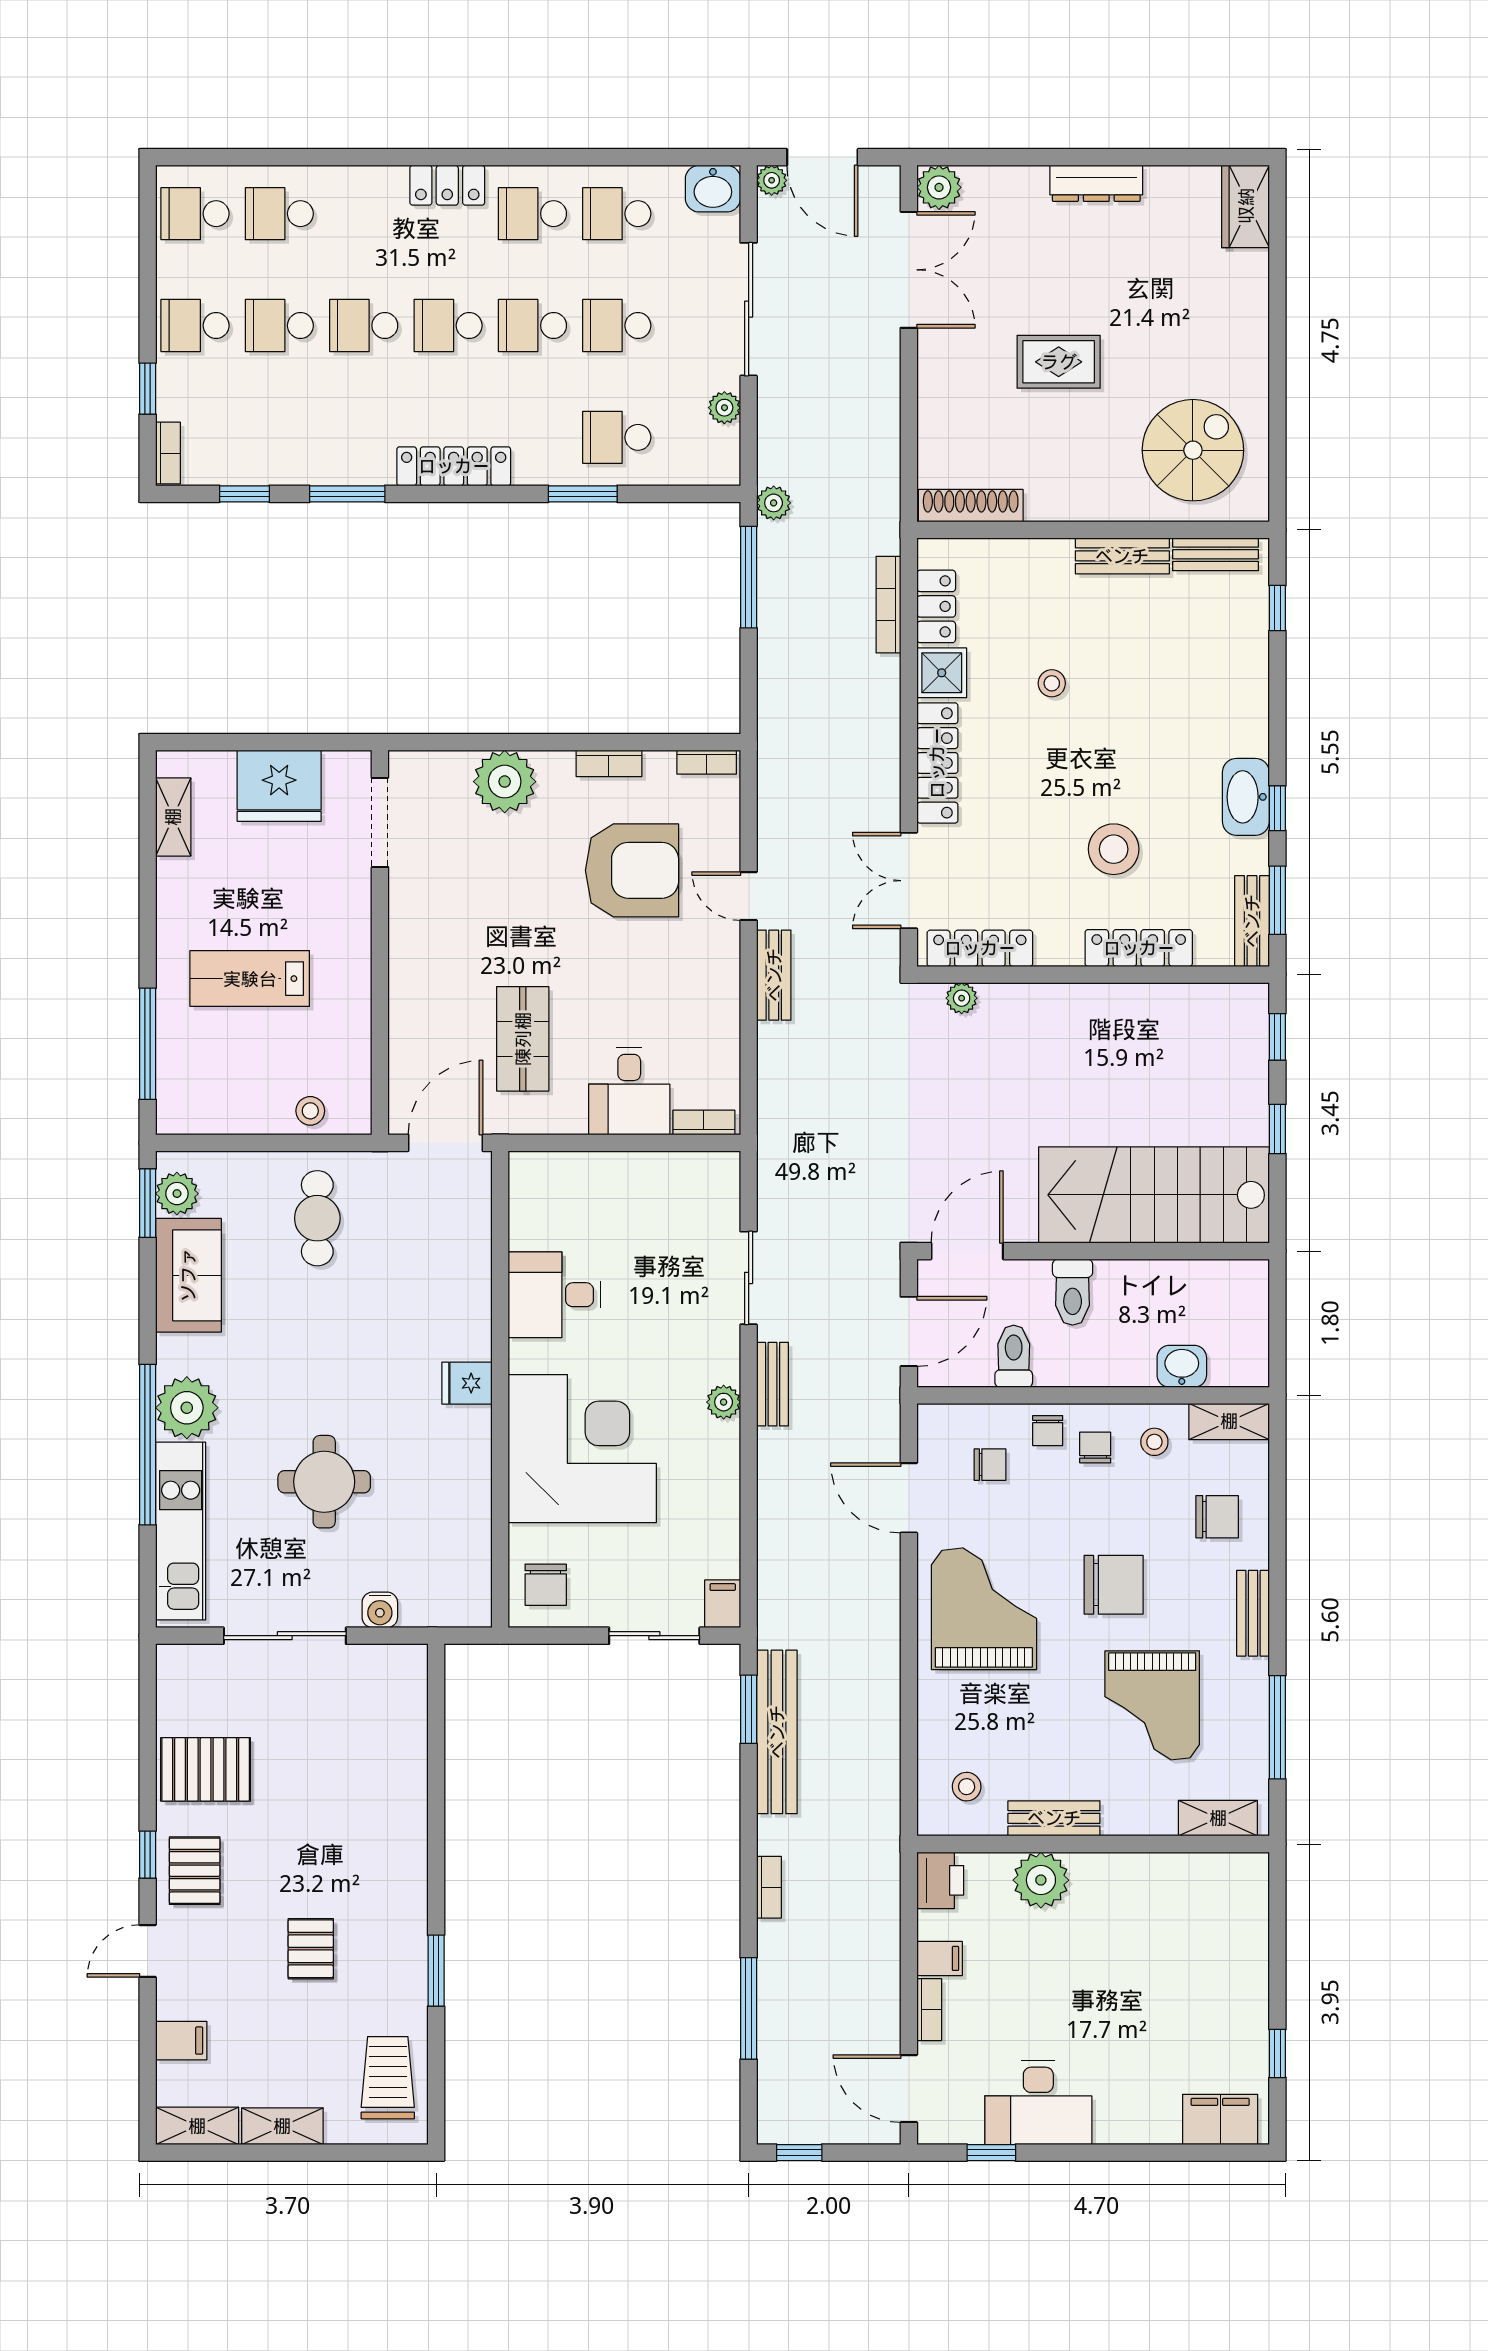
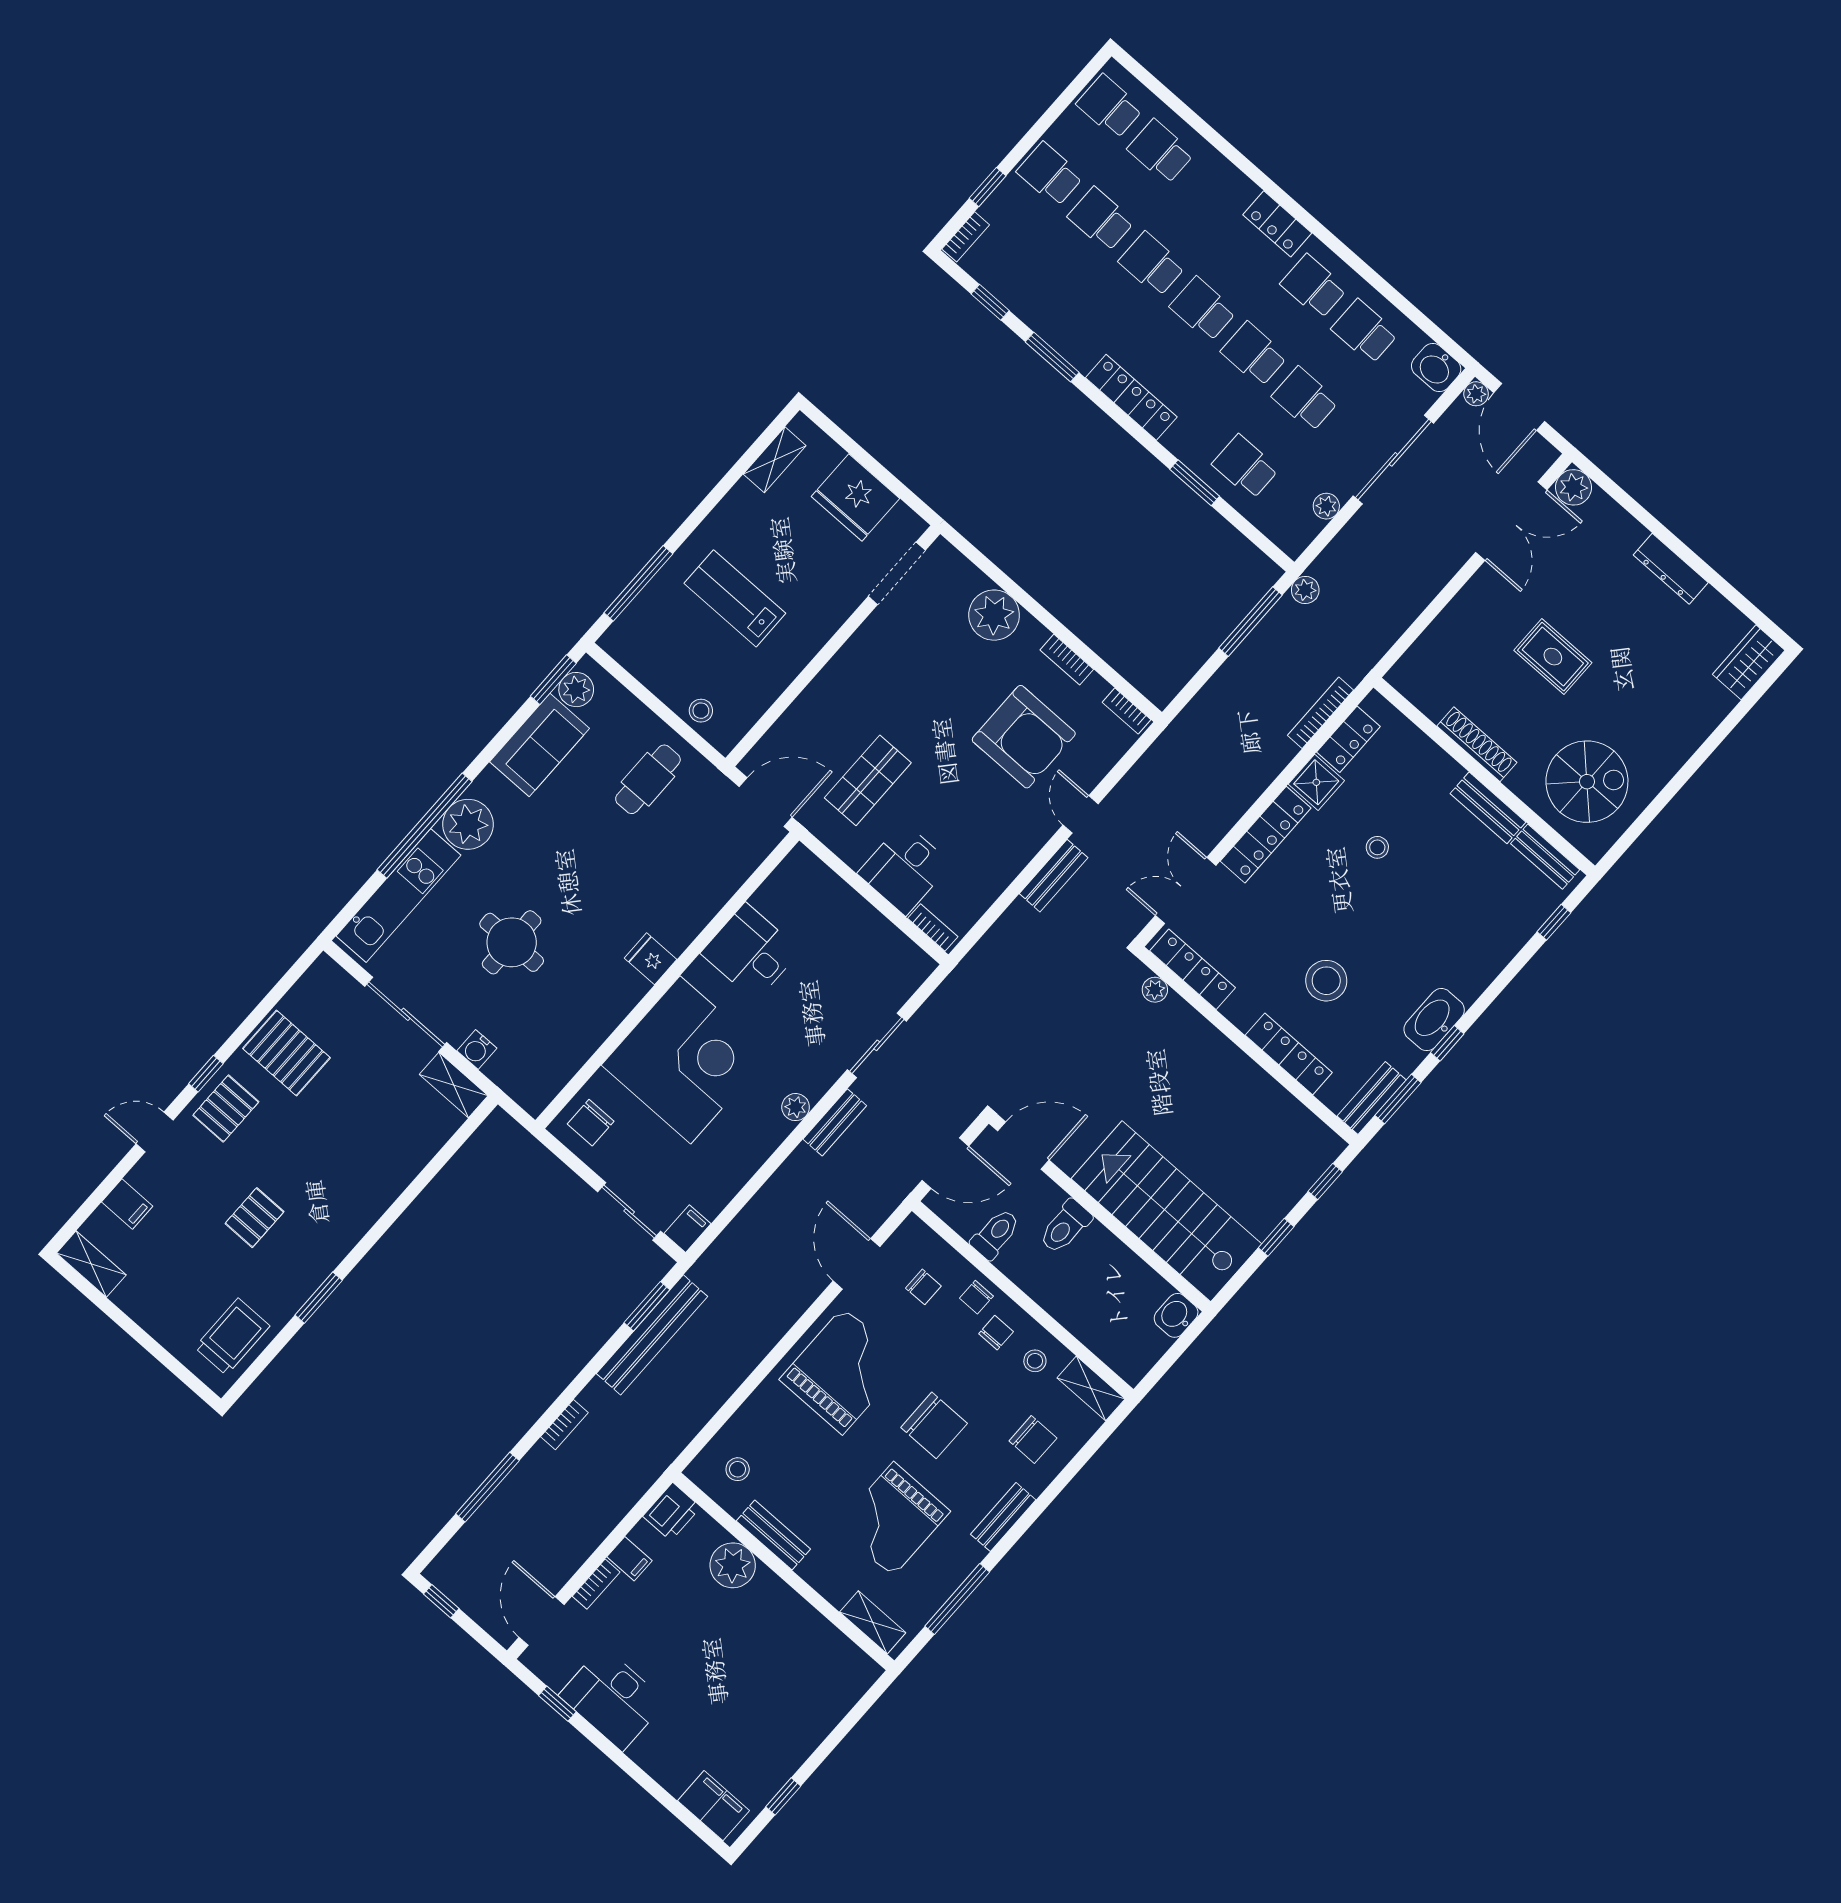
shoe rack: (971, 506) -> (1477, 744), moved
washbasin: (1182, 1366) -> (1176, 1315), moved, turned -90
shelving: (282, 2126) -> (454, 1085), moved

